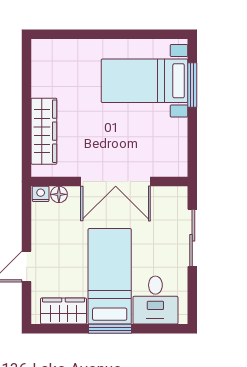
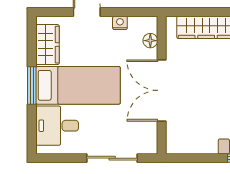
nightstand: (41, 194) -> (120, 23), moved, turned -90

